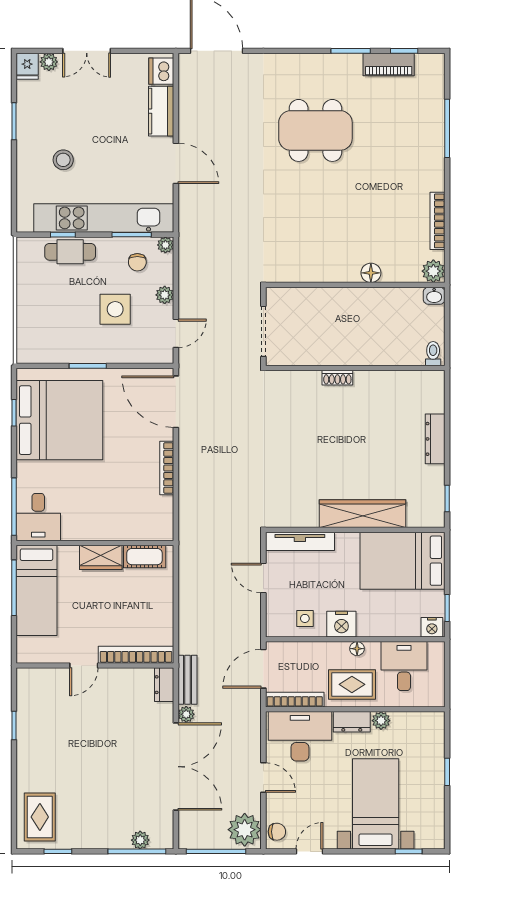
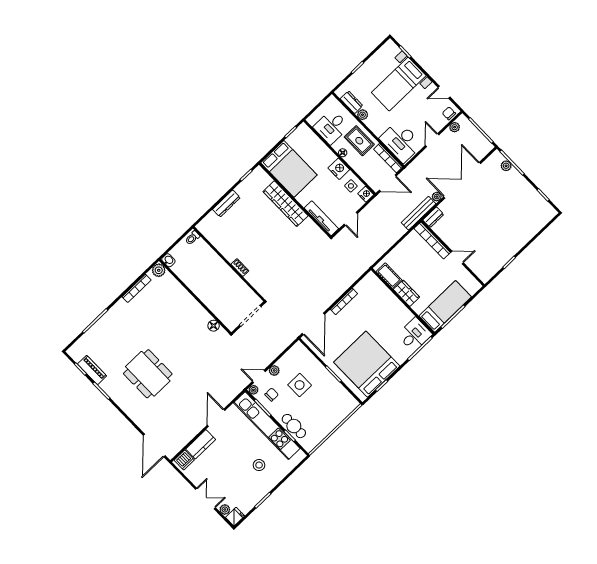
floor lamp: (371, 273) -> (214, 326), moved
door: (176, 333) -> (259, 376), moved
nightstand: (432, 627) -> (366, 194), moved
bench: (187, 680) -> (419, 213), width x1.36
dresser: (352, 722) -> (352, 102), moved
rug: (40, 817) -> (536, 216), removed
plant: (245, 830) -> (455, 127), width x0.53, depth x0.53

